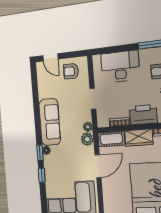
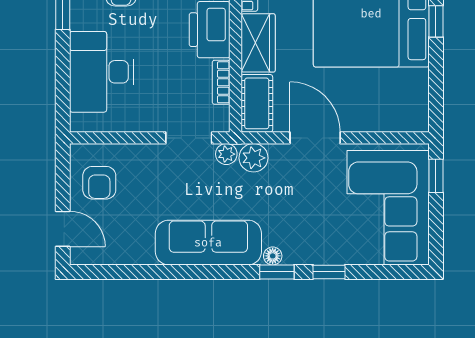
door: (50, 57) -> (63, 229), hinge flipped
doorway: (93, 99) -> (189, 138), moved

